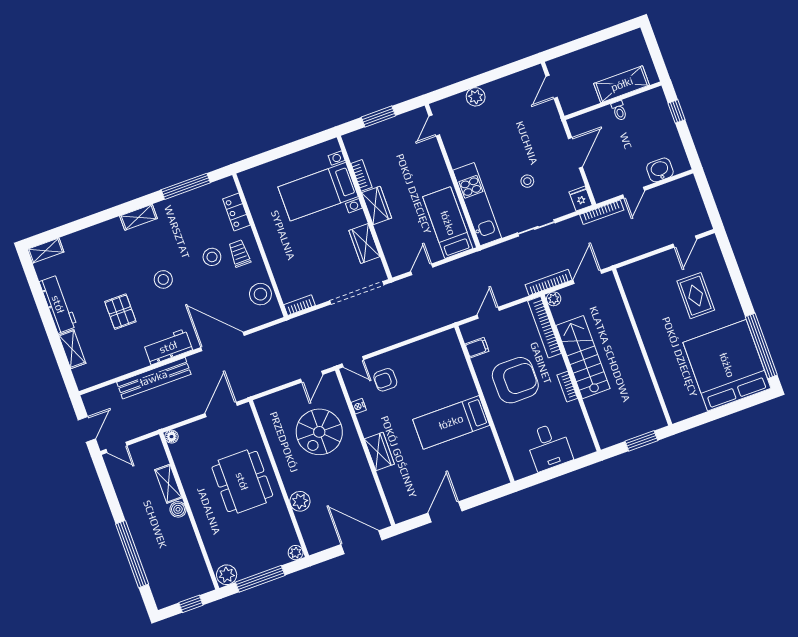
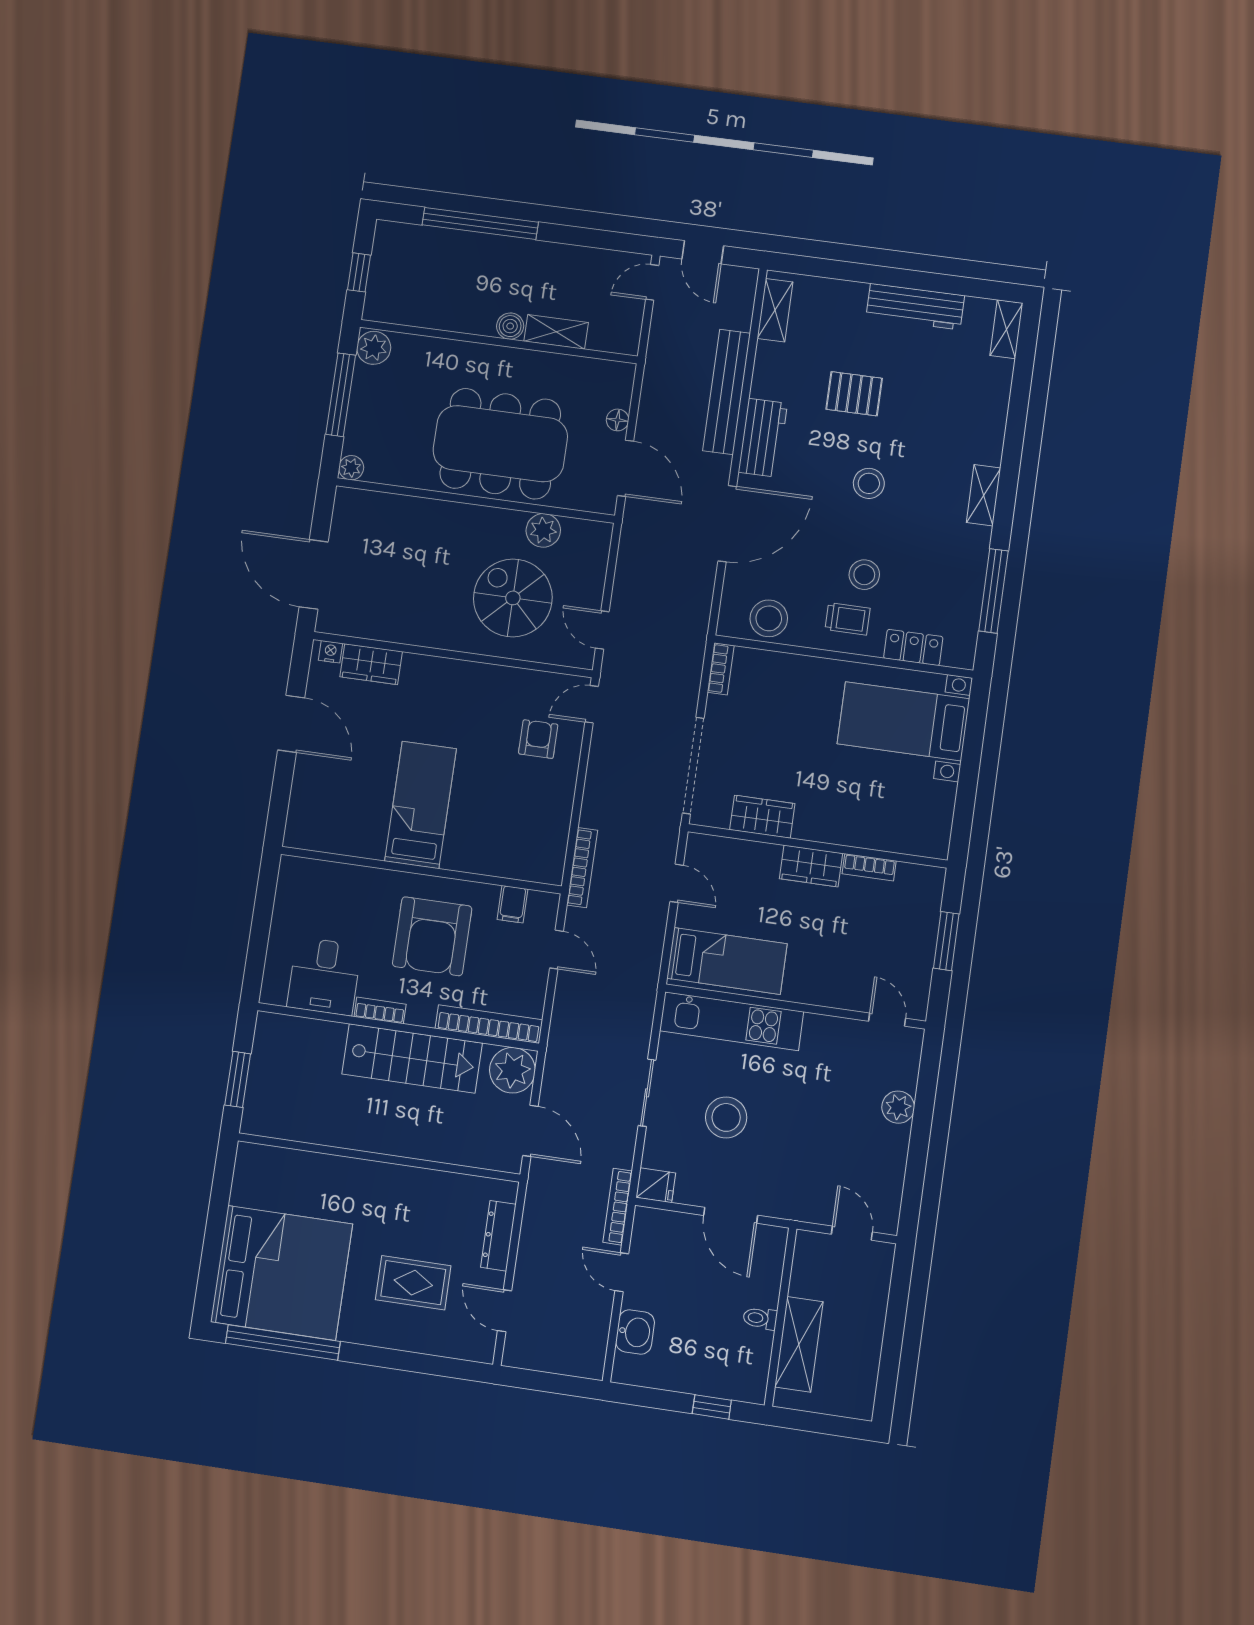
stool: (527, 181) -> (726, 1117), width x1.89, depth x1.89
bed with nightstands: (318, 192) -> (903, 721), moved, turned -90
dresser: (649, 265) -> (498, 1236), added
bookcase: (549, 282) -> (582, 868), moved
plant: (554, 299) -> (512, 1070), width x1.87, depth x1.87
shelving: (72, 349) -> (775, 310), moved, turned 90
nightstand: (359, 406) -> (330, 652), moved
floor lamp: (171, 437) -> (618, 420), moved
desk: (549, 447) -> (324, 976), moved, turned -90
wardrobe: (379, 452) -> (371, 664), moved
dining table: (242, 481) -> (500, 444), width x1.36, depth x1.24
plant: (300, 501) -> (543, 530), moved
door: (361, 542) -> (314, 574), swing flipped

